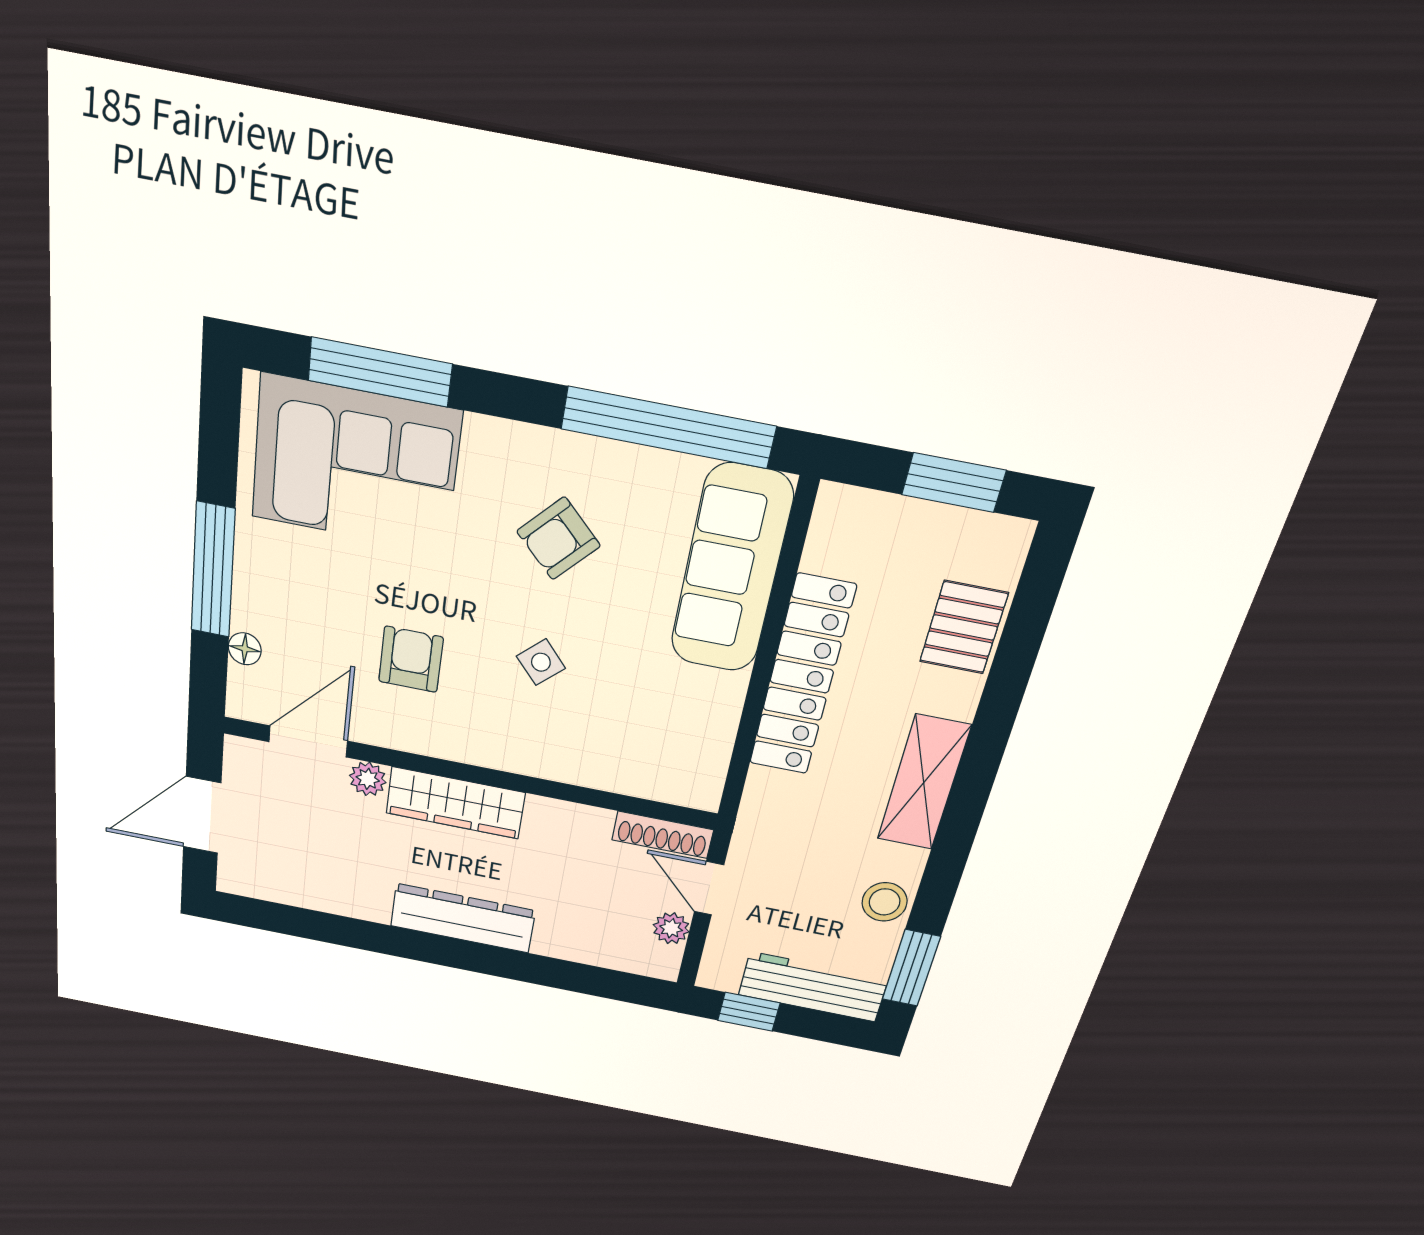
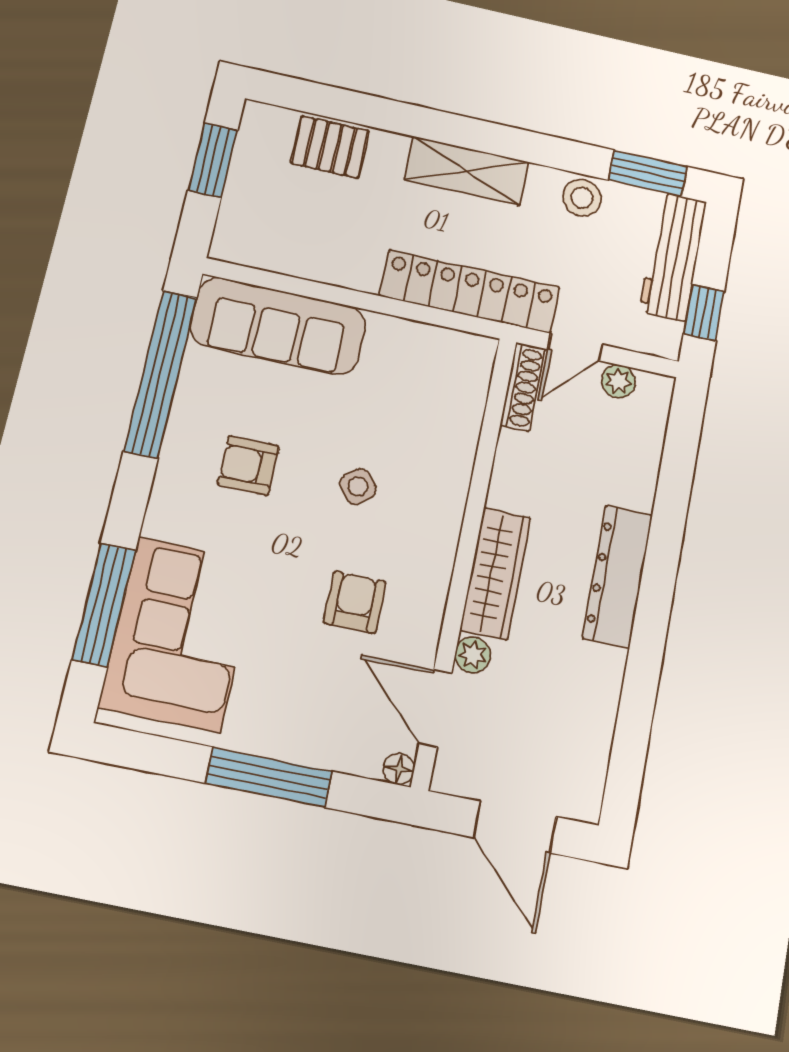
armchair: (559, 539) -> (248, 465), turned 136
floor lamp: (245, 649) -> (399, 769), moved
armchair: (411, 659) -> (355, 602), turned 90
locker: (802, 676) -> (470, 291), moved

